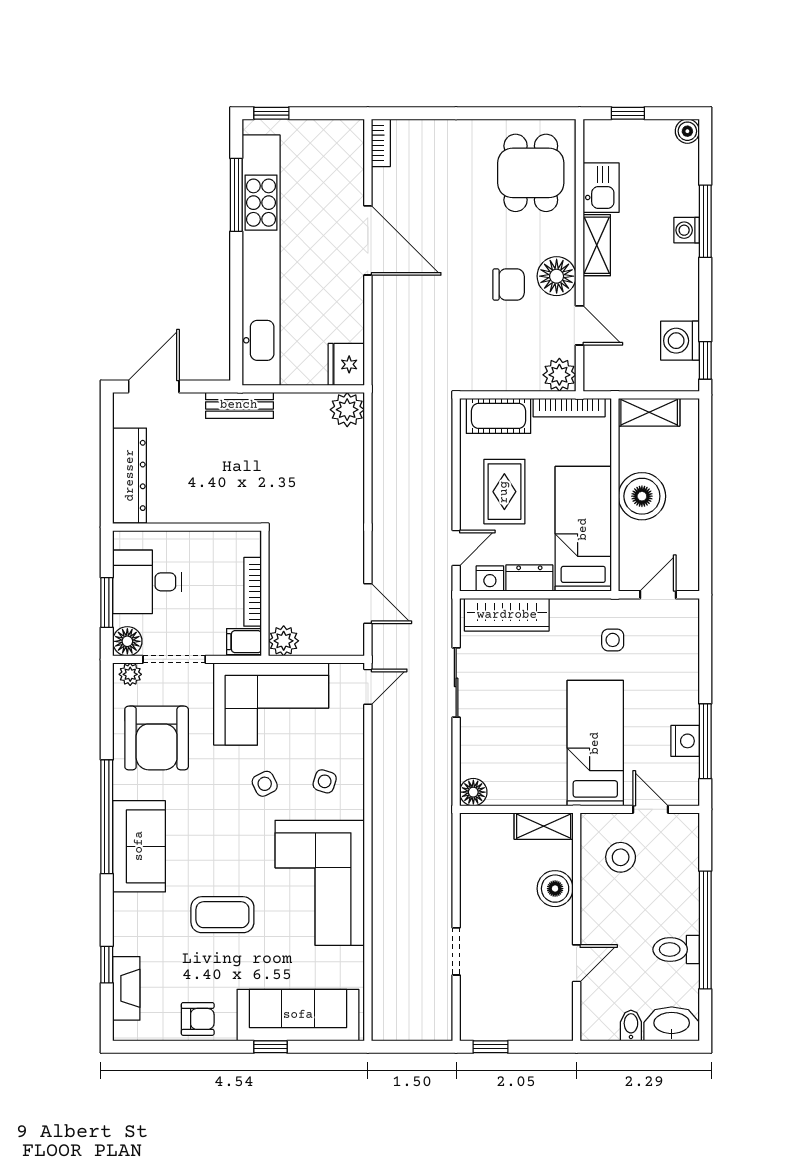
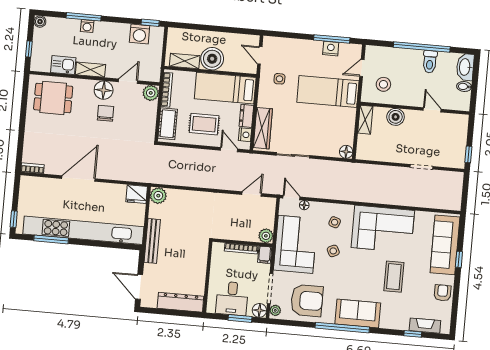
bench: (239, 405) -> (152, 241), width x1.36
shelving: (649, 412) -> (185, 61), moved, turned 90
floor lamp: (354, 715) -> (304, 205), added

